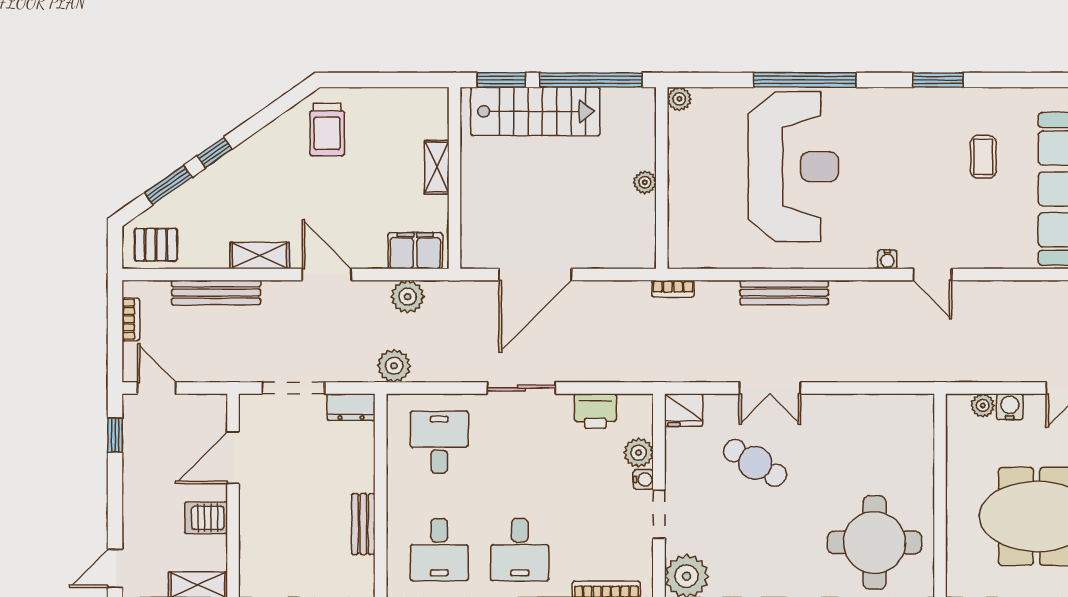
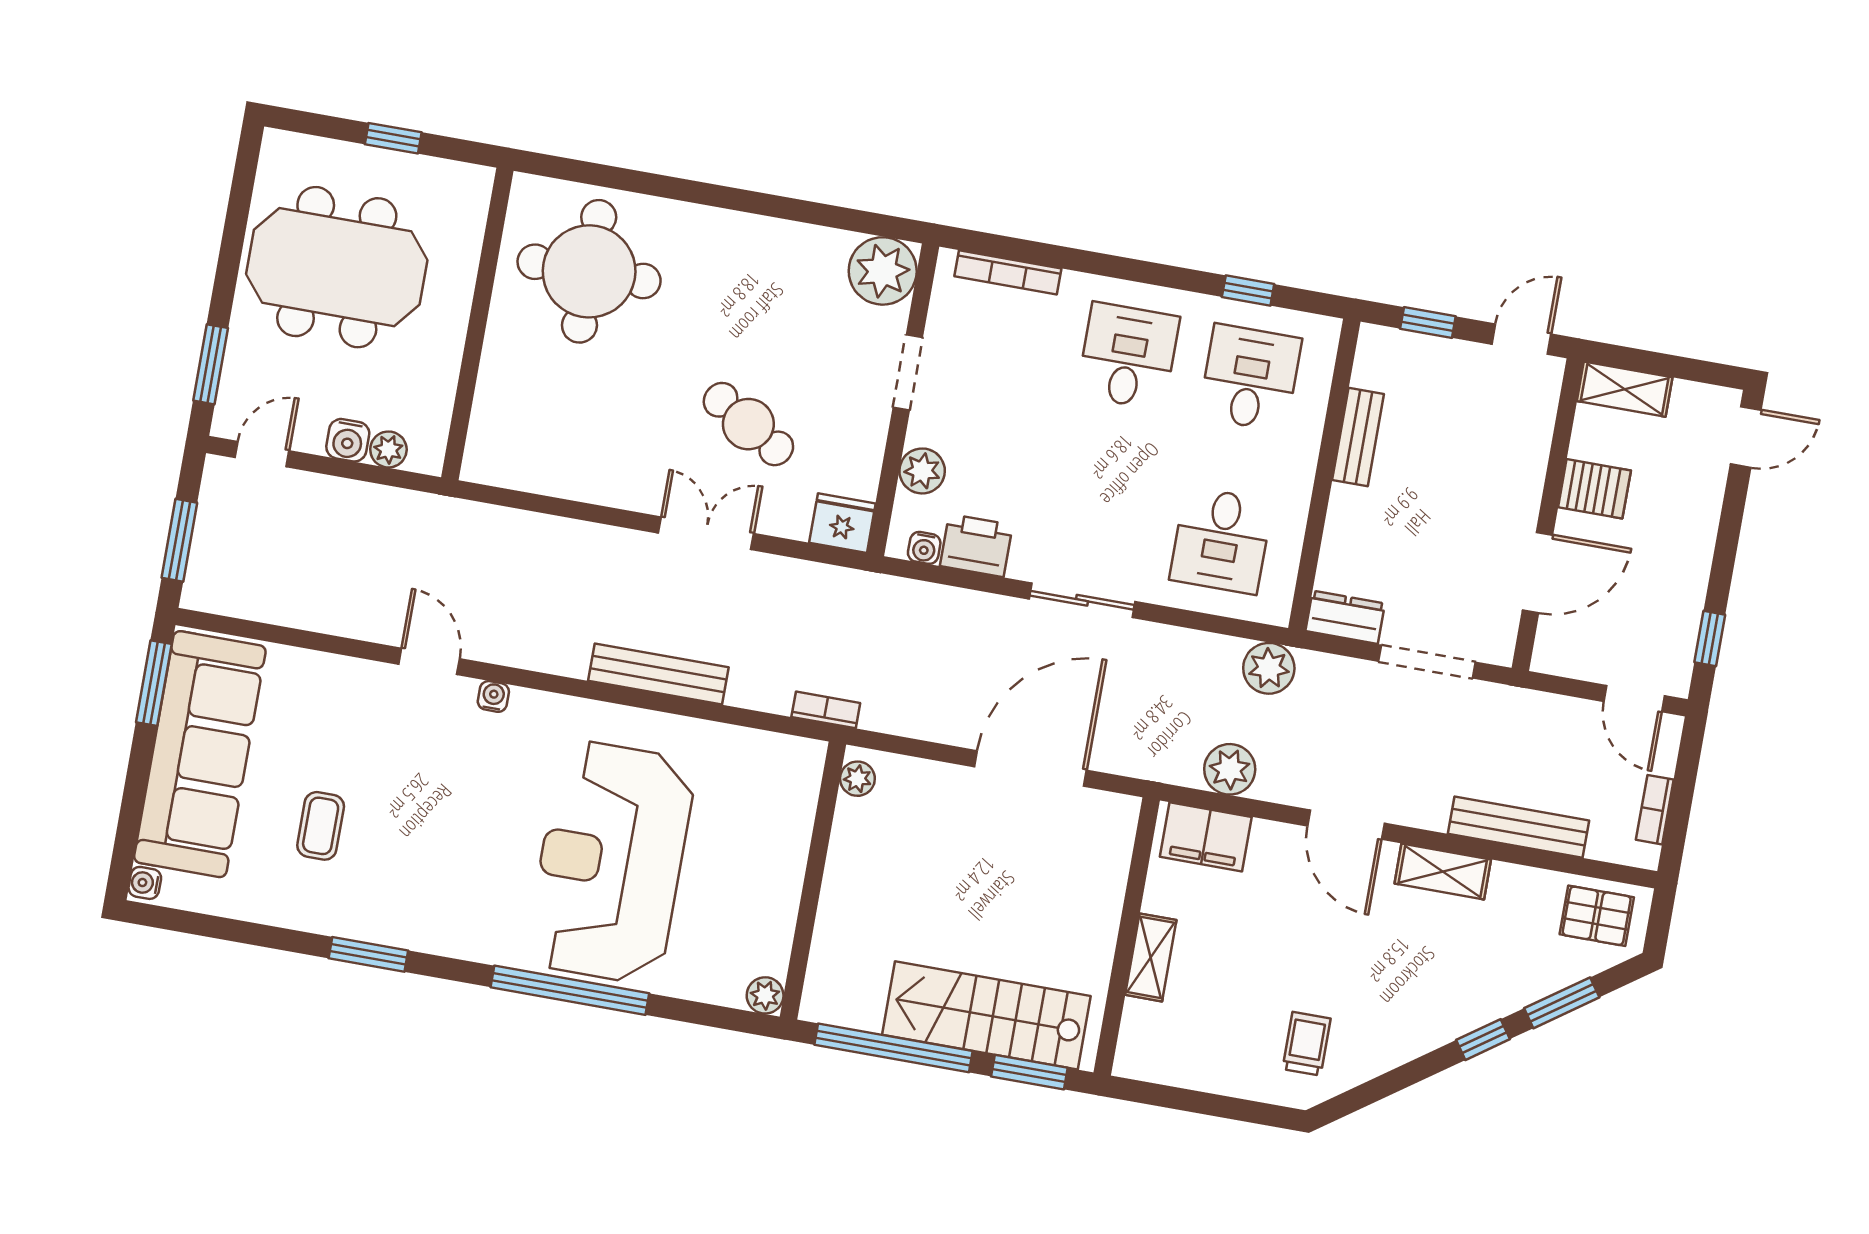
trolley: (327, 130) -> (1307, 1044), width x0.73, depth x0.72
plant: (645, 182) -> (857, 779), moved
water cooler: (643, 479) -> (924, 548), moved, turned -90

